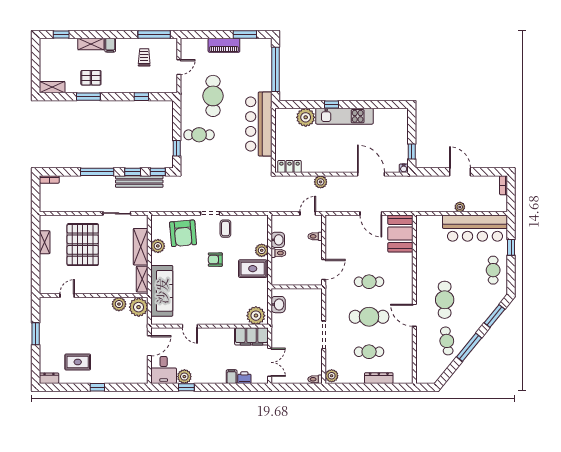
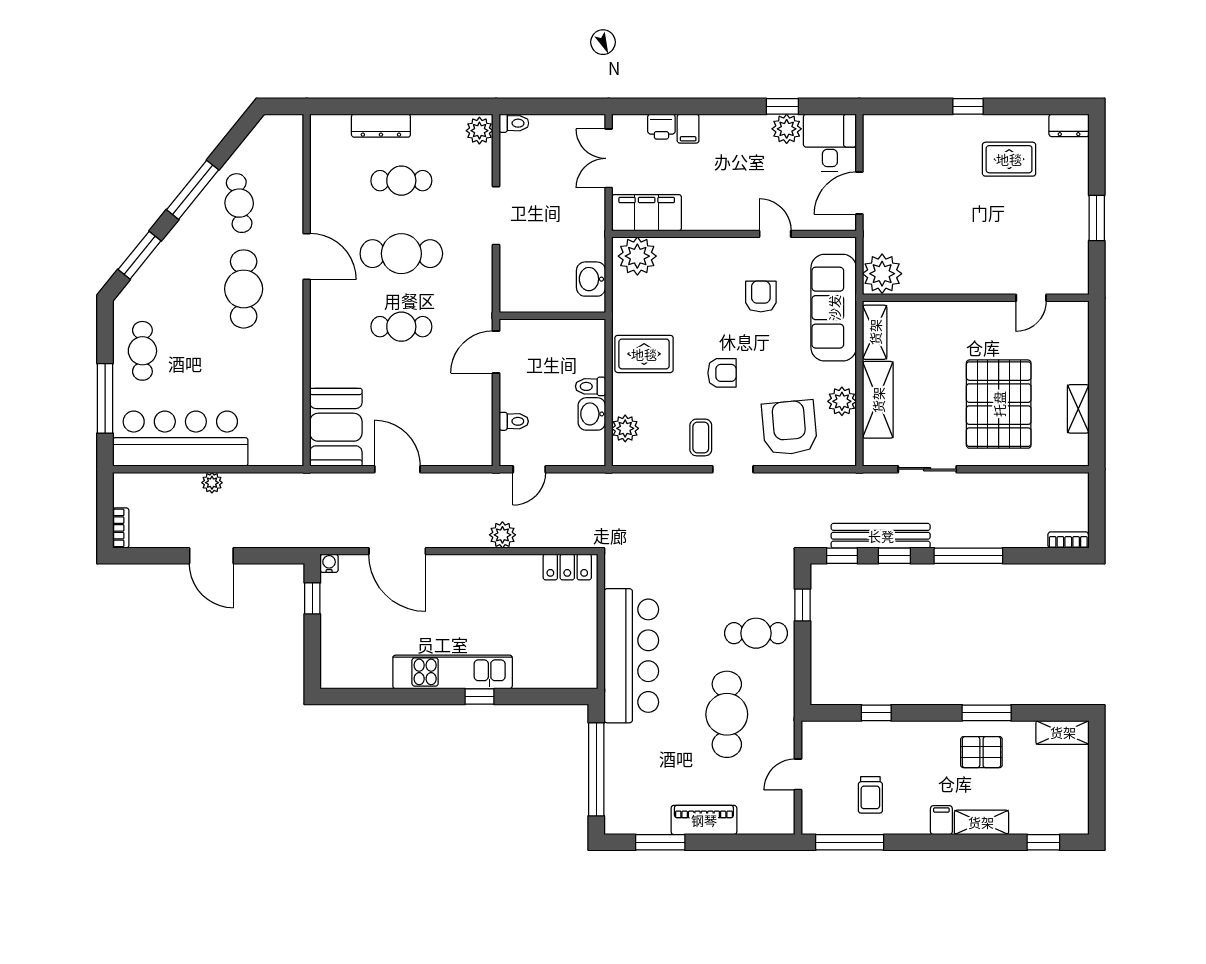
plant: (306, 117) -> (534, 670), removed
window: (511, 247) -> (105, 398), width x2.17
plant: (262, 250) -> (625, 428), moved
armchair: (197, 296) -> (761, 296), added
plant: (119, 304) -> (923, 280), removed

